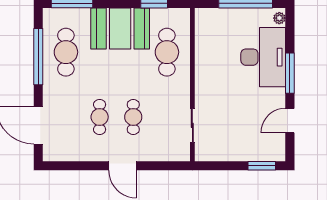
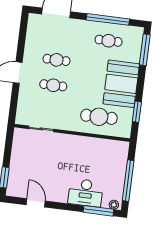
cafe table: (66, 52) -> (109, 41), width x0.73, depth x0.74
desk: (263, 57) -> (86, 193), width x0.73, depth x0.77
window: (290, 73) -> (98, 211), moved

